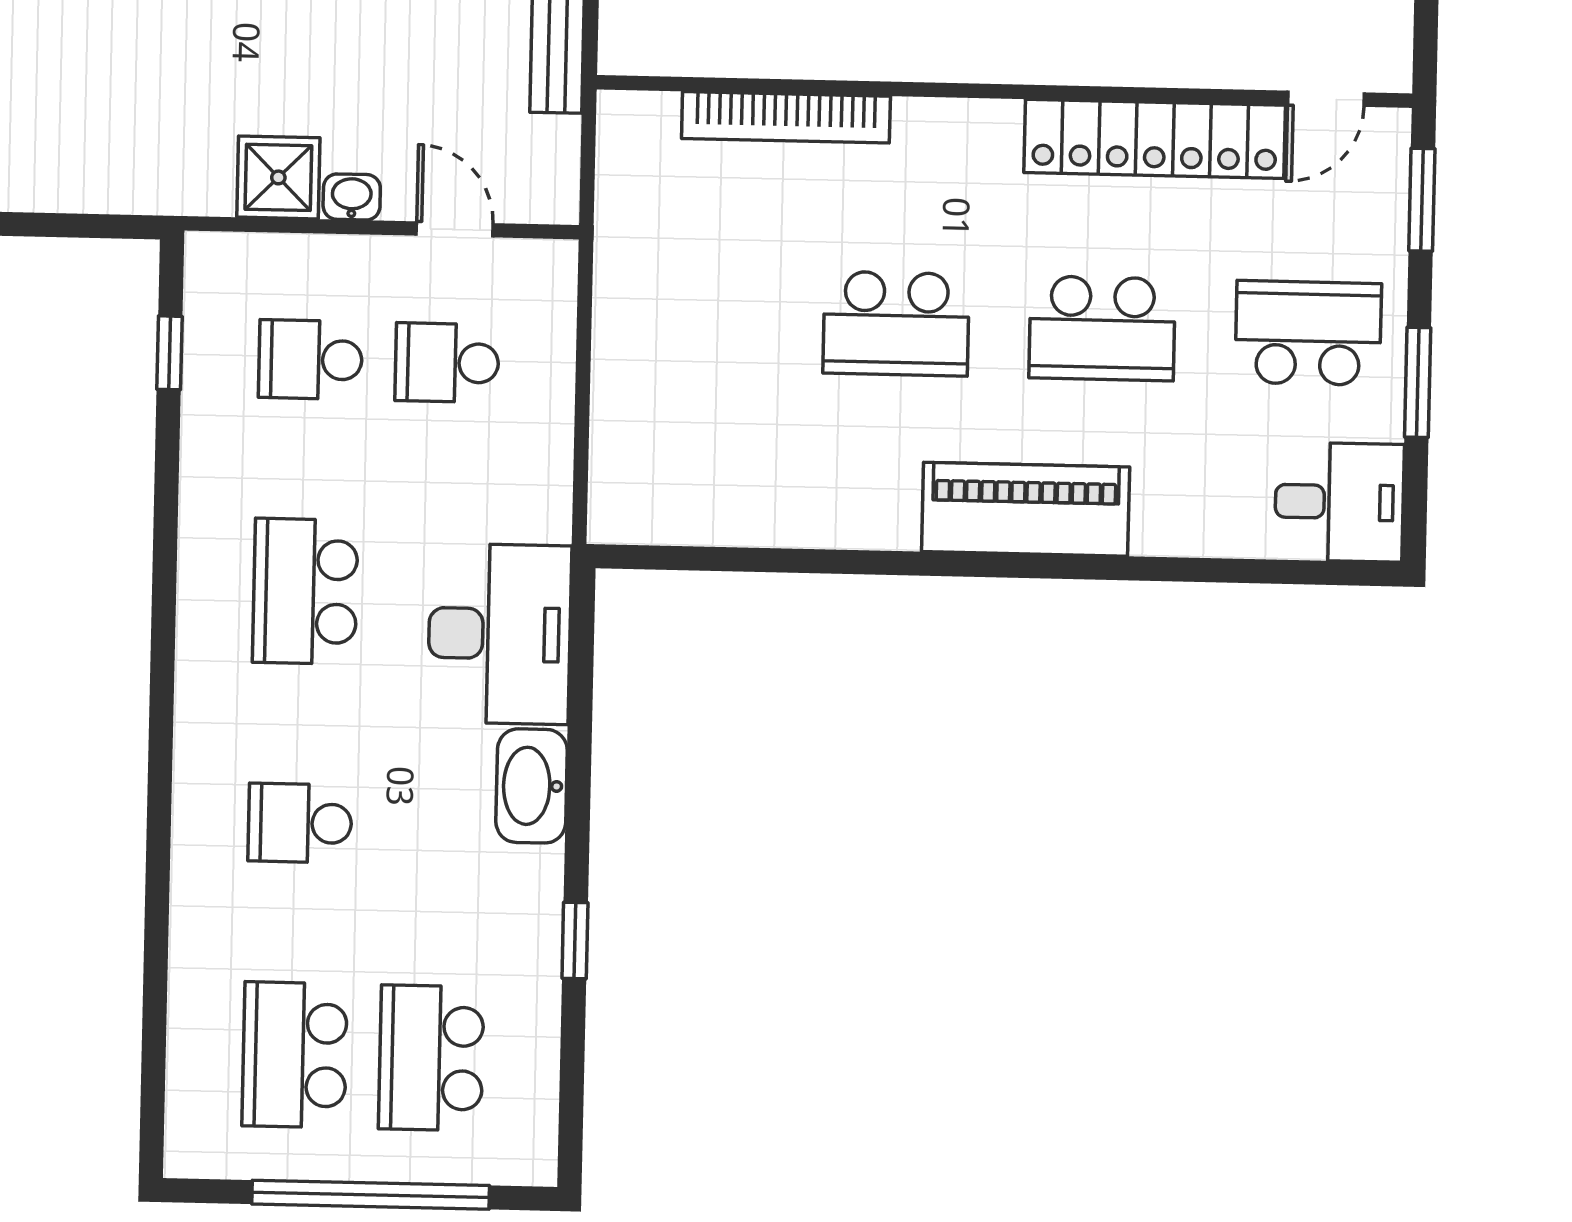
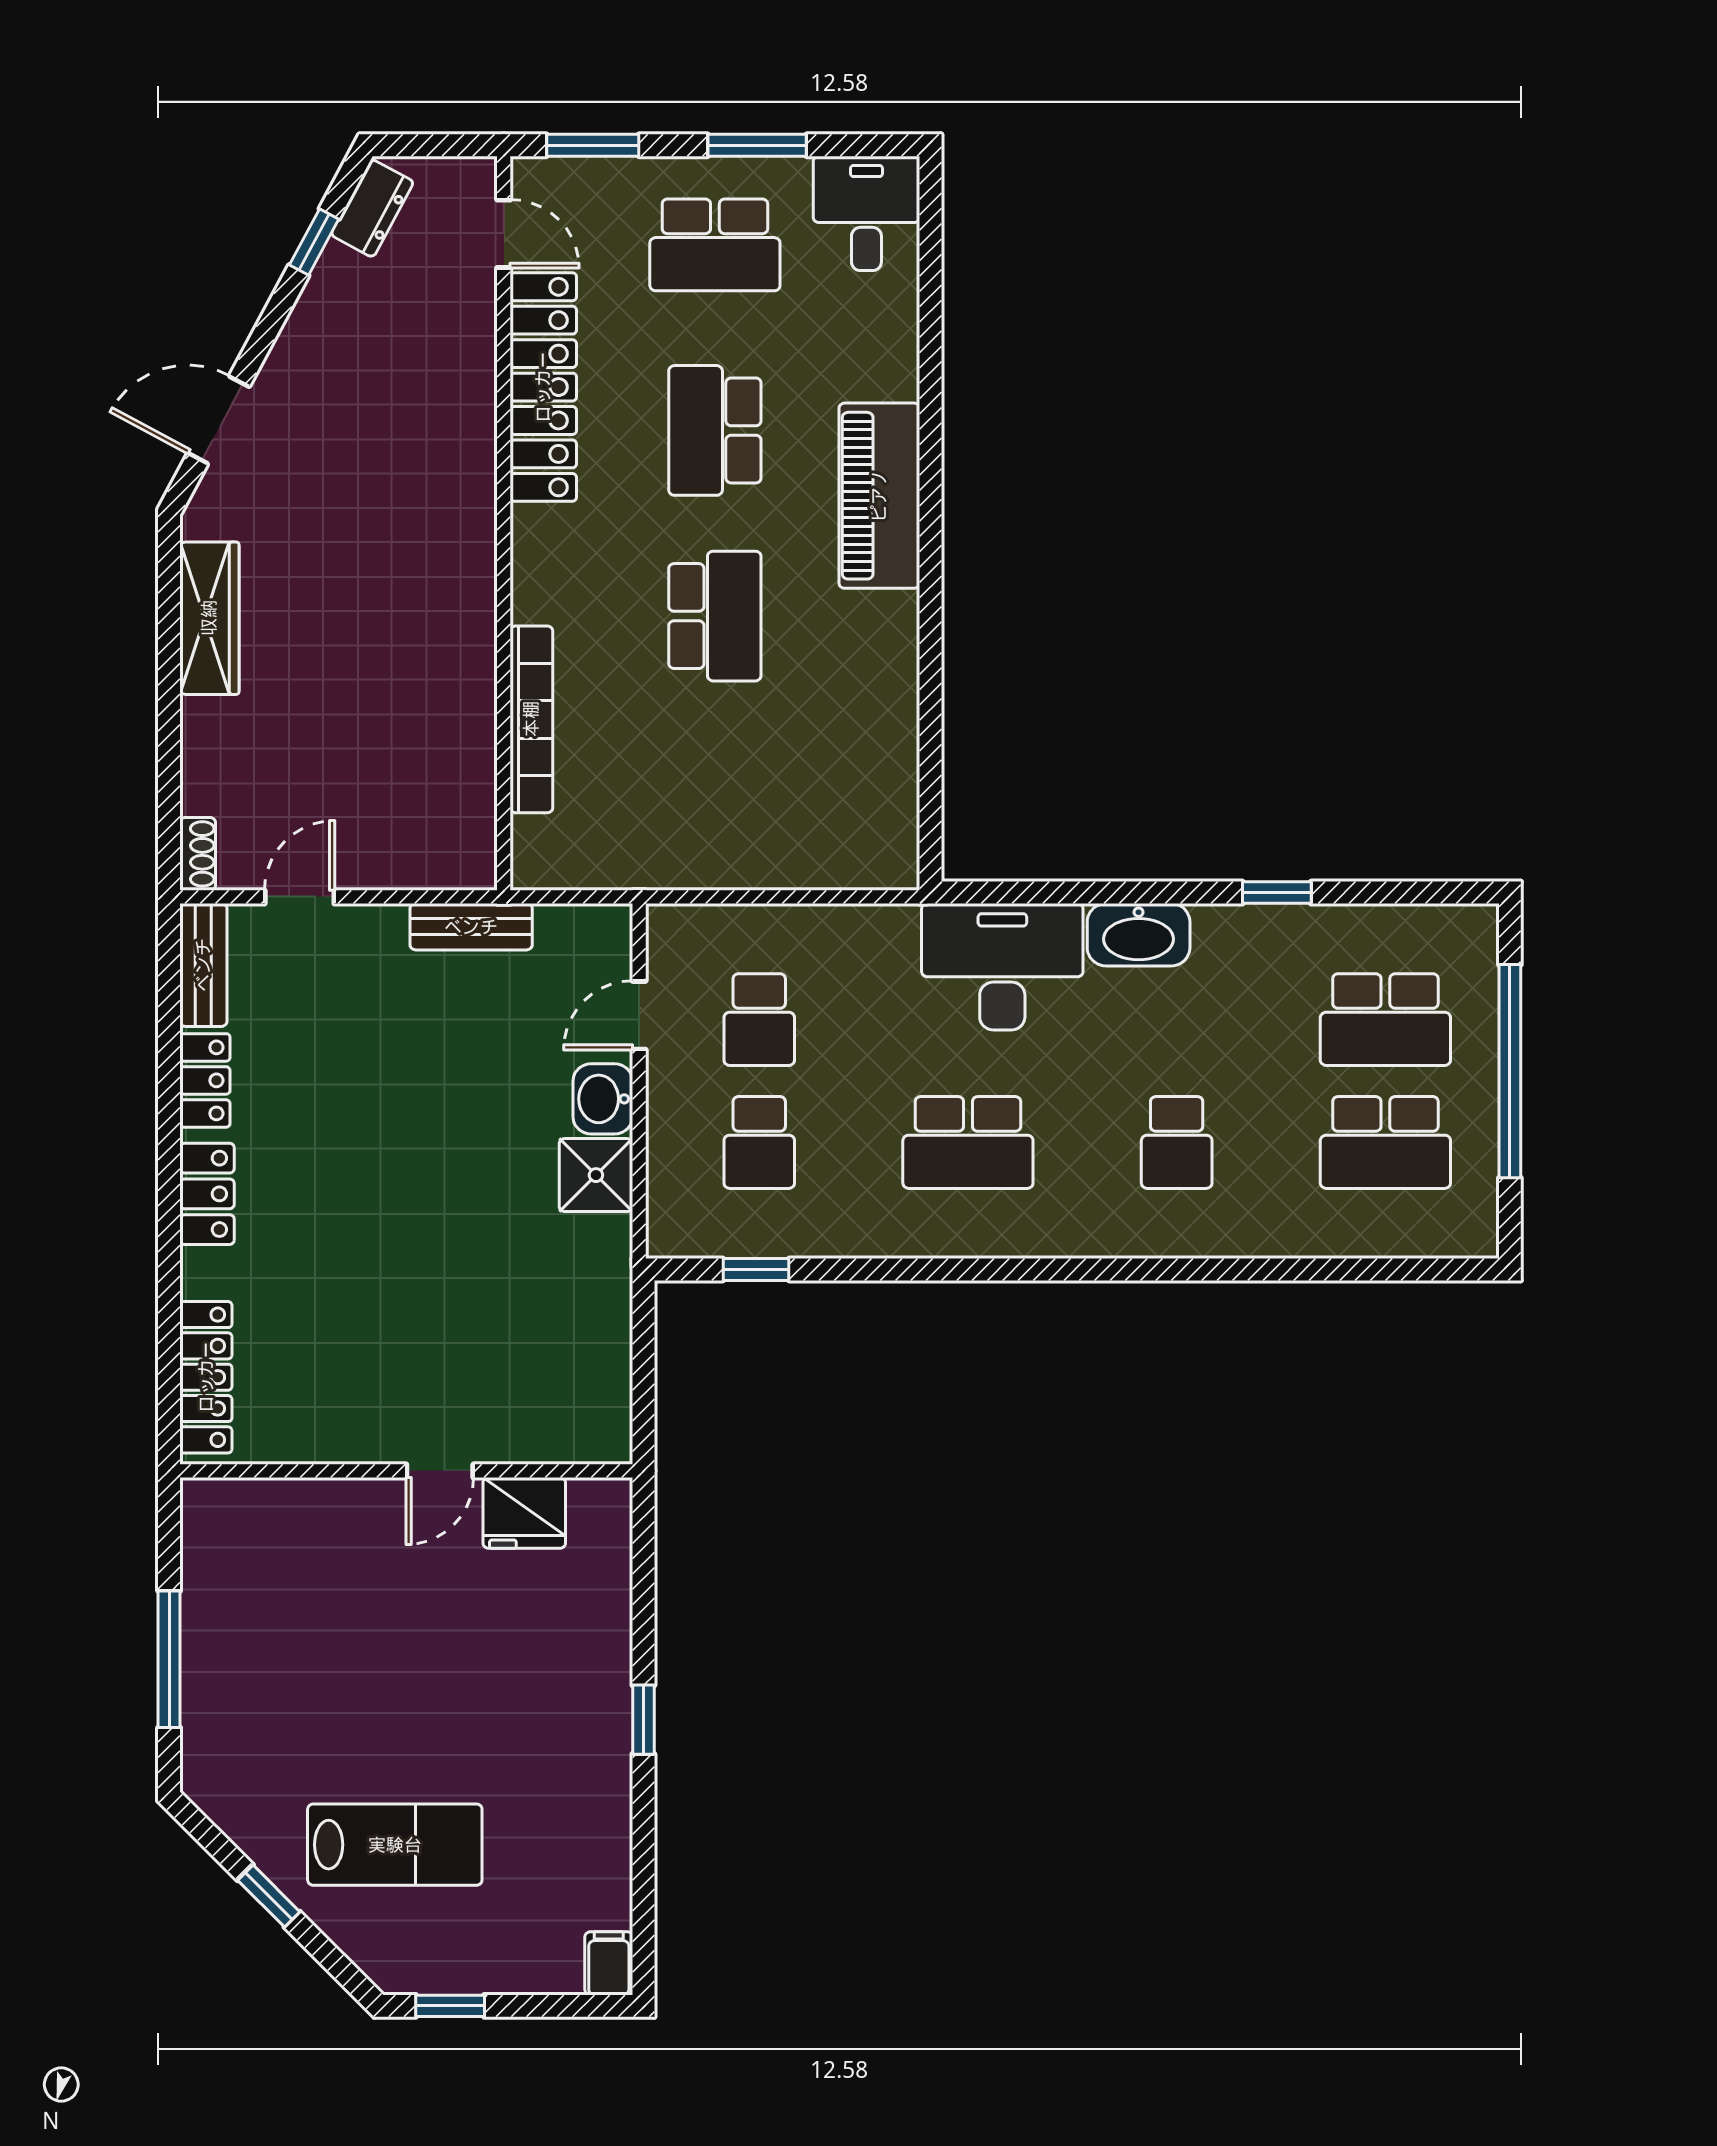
washbasin: (352, 197) -> (603, 1099), width x1.38, depth x1.45
school desk: (1102, 328) -> (715, 430), turned 180
school desk: (1308, 333) -> (715, 245), turned -90

